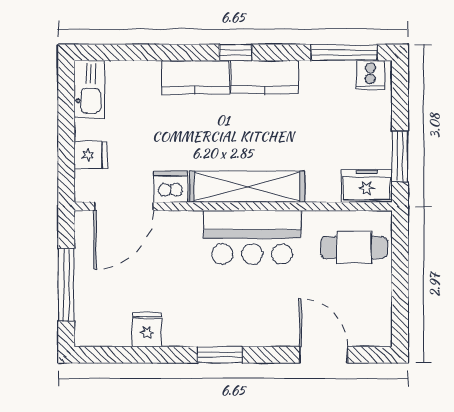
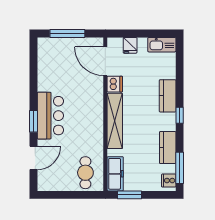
kitchen counter: (265, 77) -> (168, 148), moved
freezer: (367, 186) -> (115, 174), width x1.40
bar counter: (252, 237) -> (50, 116), moved, turned 180
fridge: (147, 330) -> (46, 73), removed
window: (220, 355) -> (34, 121), moved

